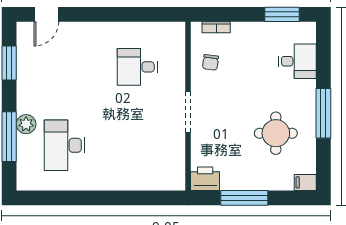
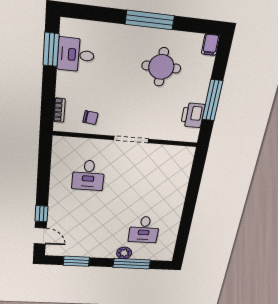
window: (80, 14) -> (42, 214), added
desk: (297, 61) -> (76, 55), moved, turned -90
desk: (64, 145) -> (144, 230), width x0.73
printer: (205, 179) -> (193, 115), moved

